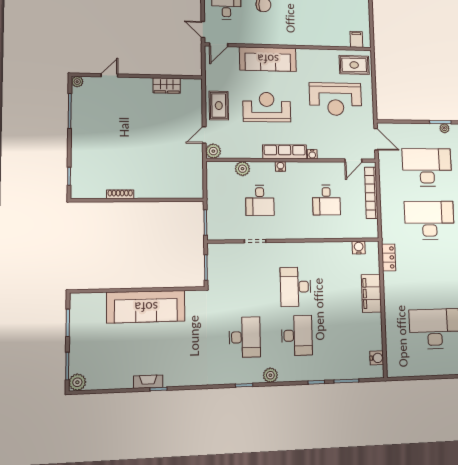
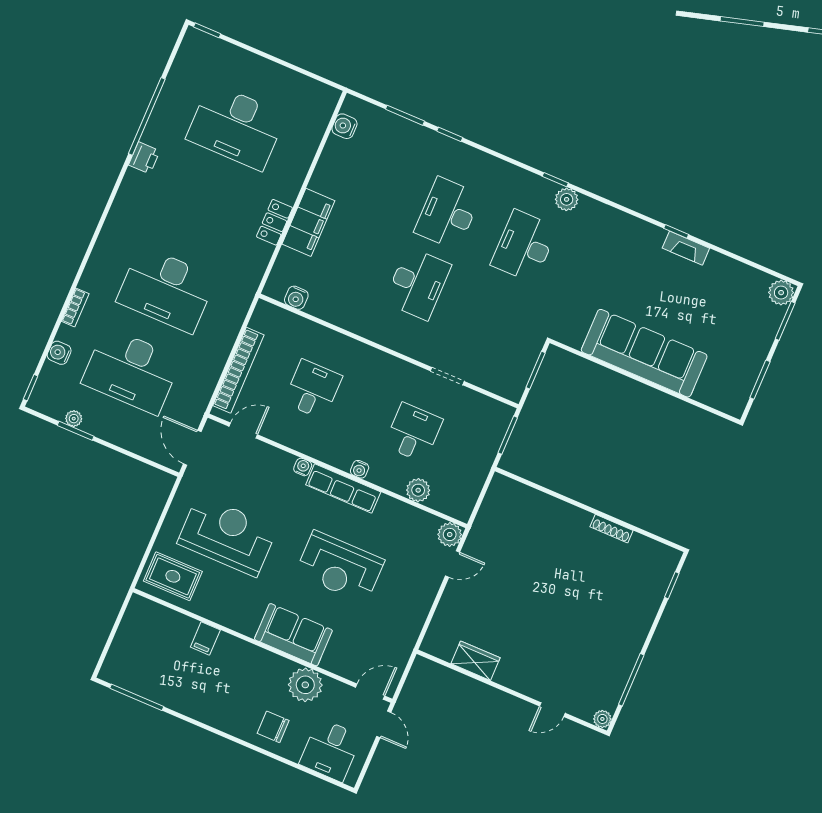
plant: (256, 34) -> (305, 685), added
filing cabinet: (356, 39) -> (205, 638), moved
sofa: (268, 59) -> (293, 635), width x0.73
rug: (219, 106) -> (411, 599), removed
locker: (389, 257) -> (274, 222), moved
plant: (270, 375) -> (567, 199), moved

